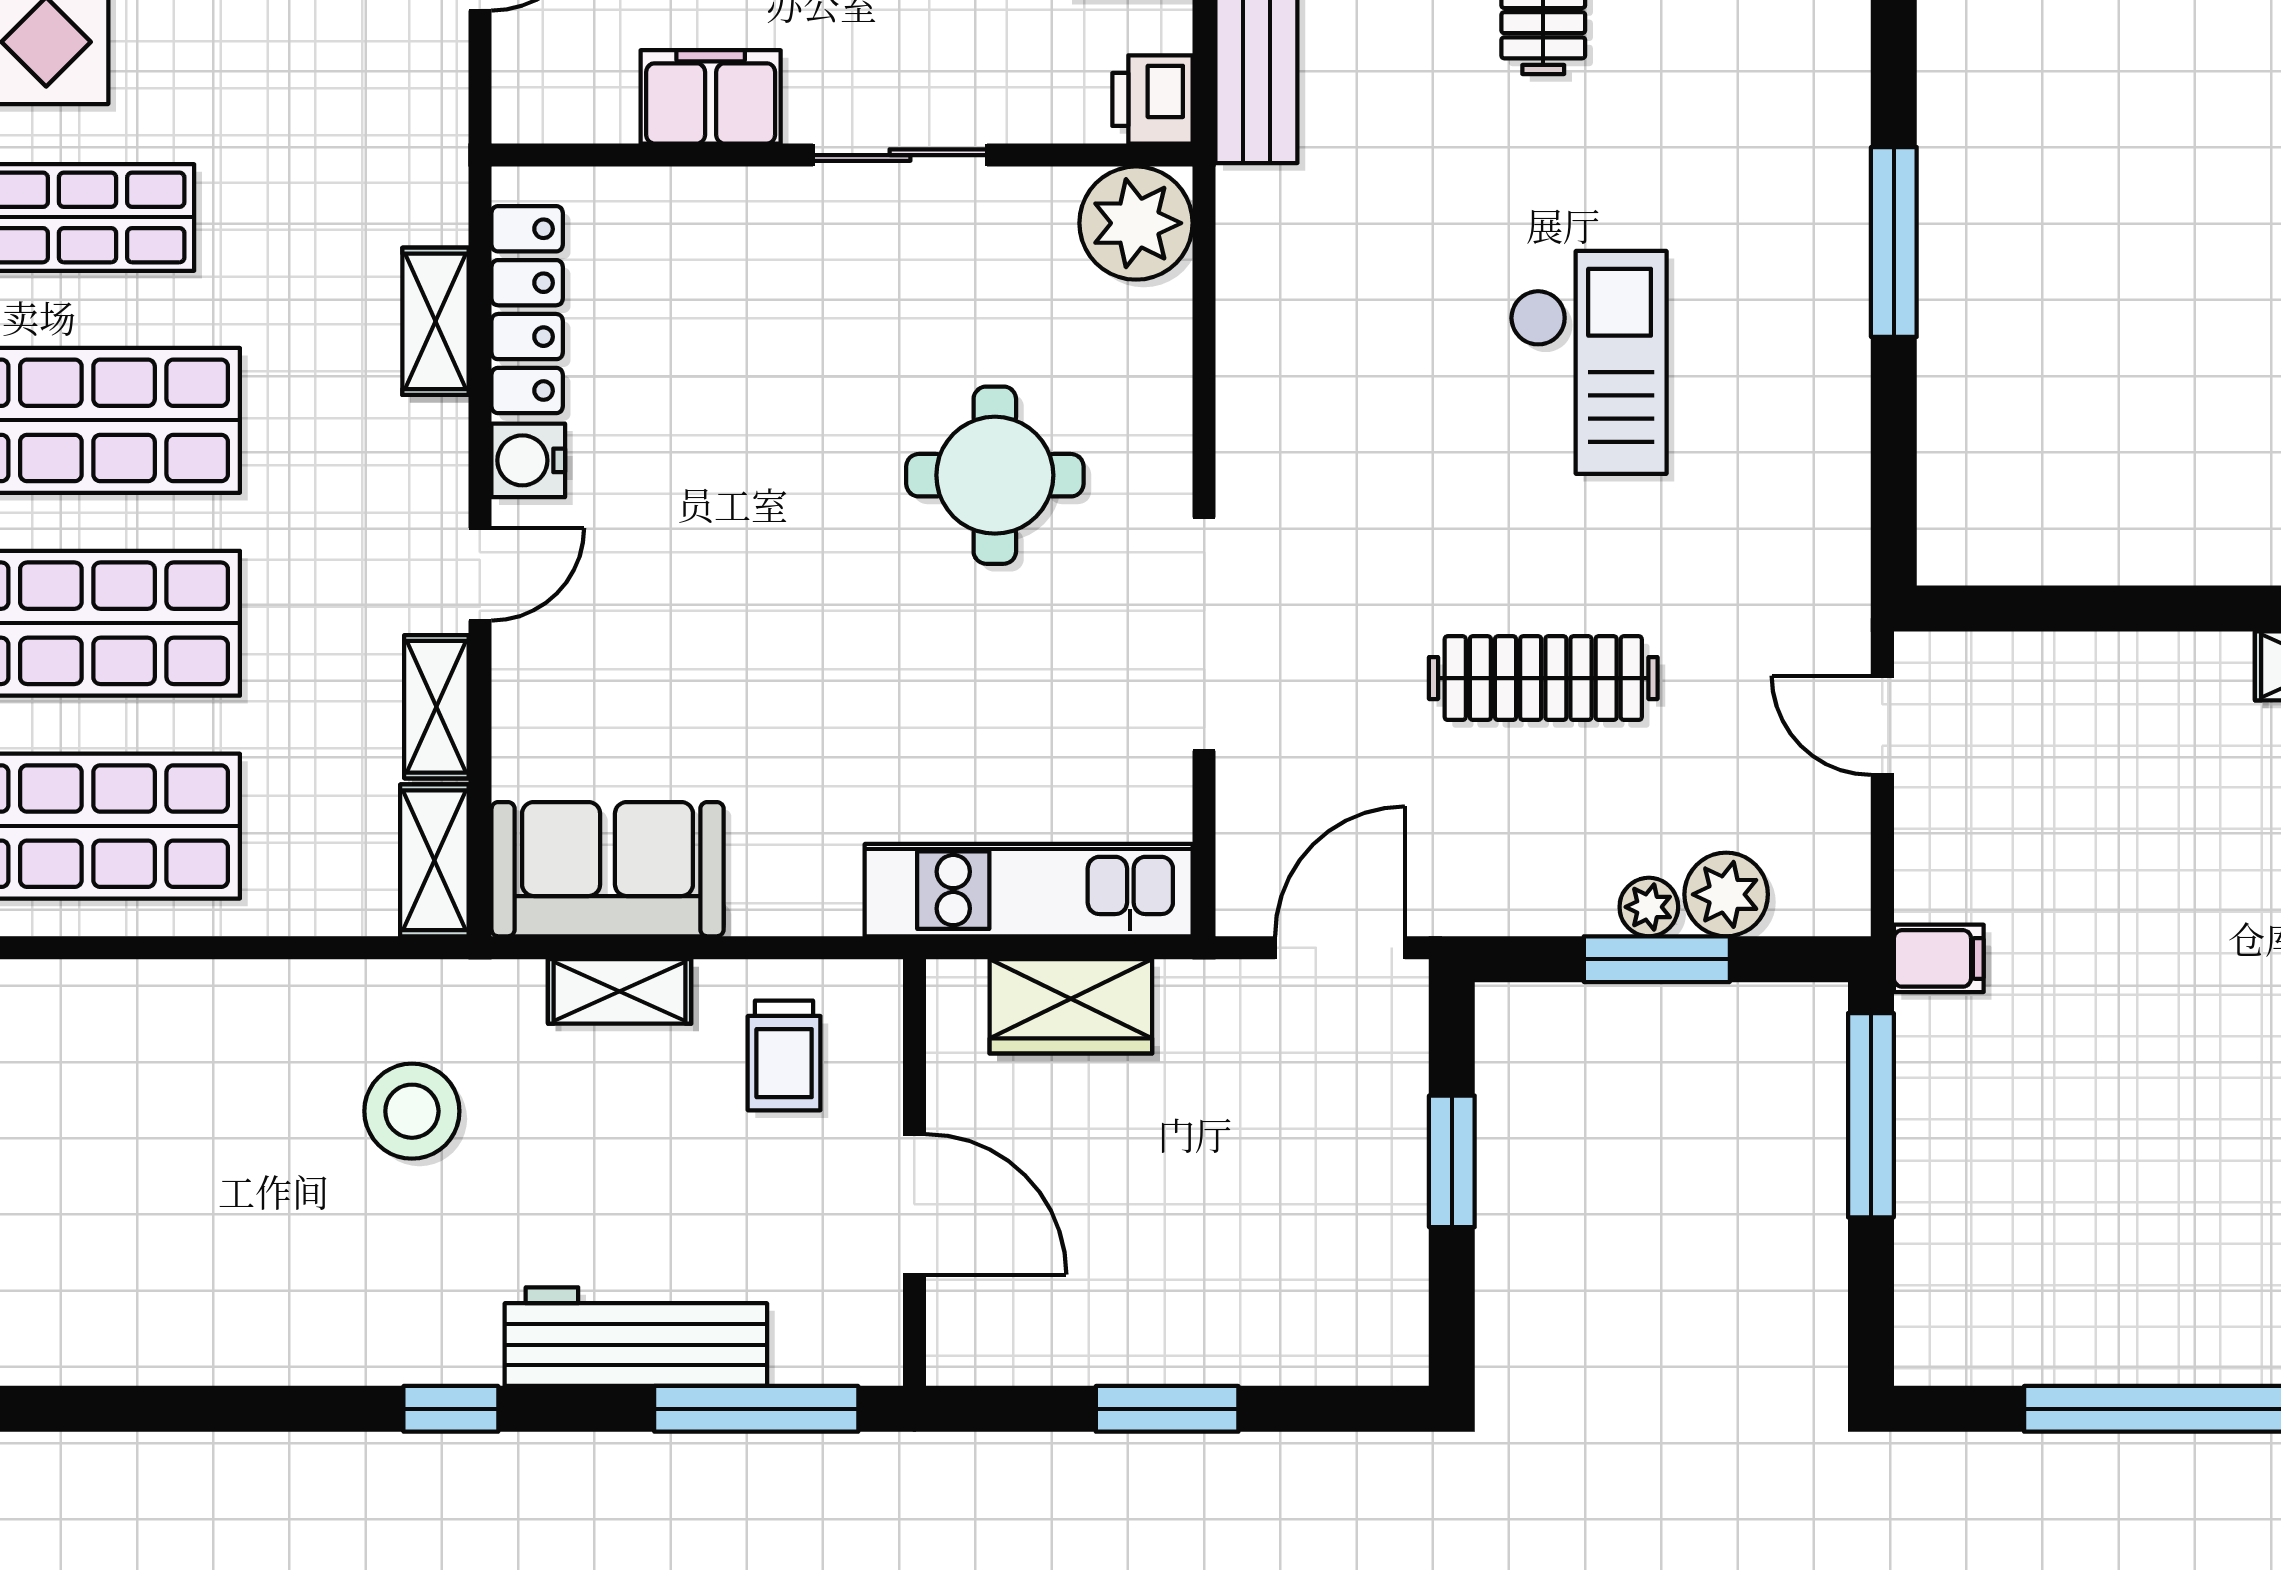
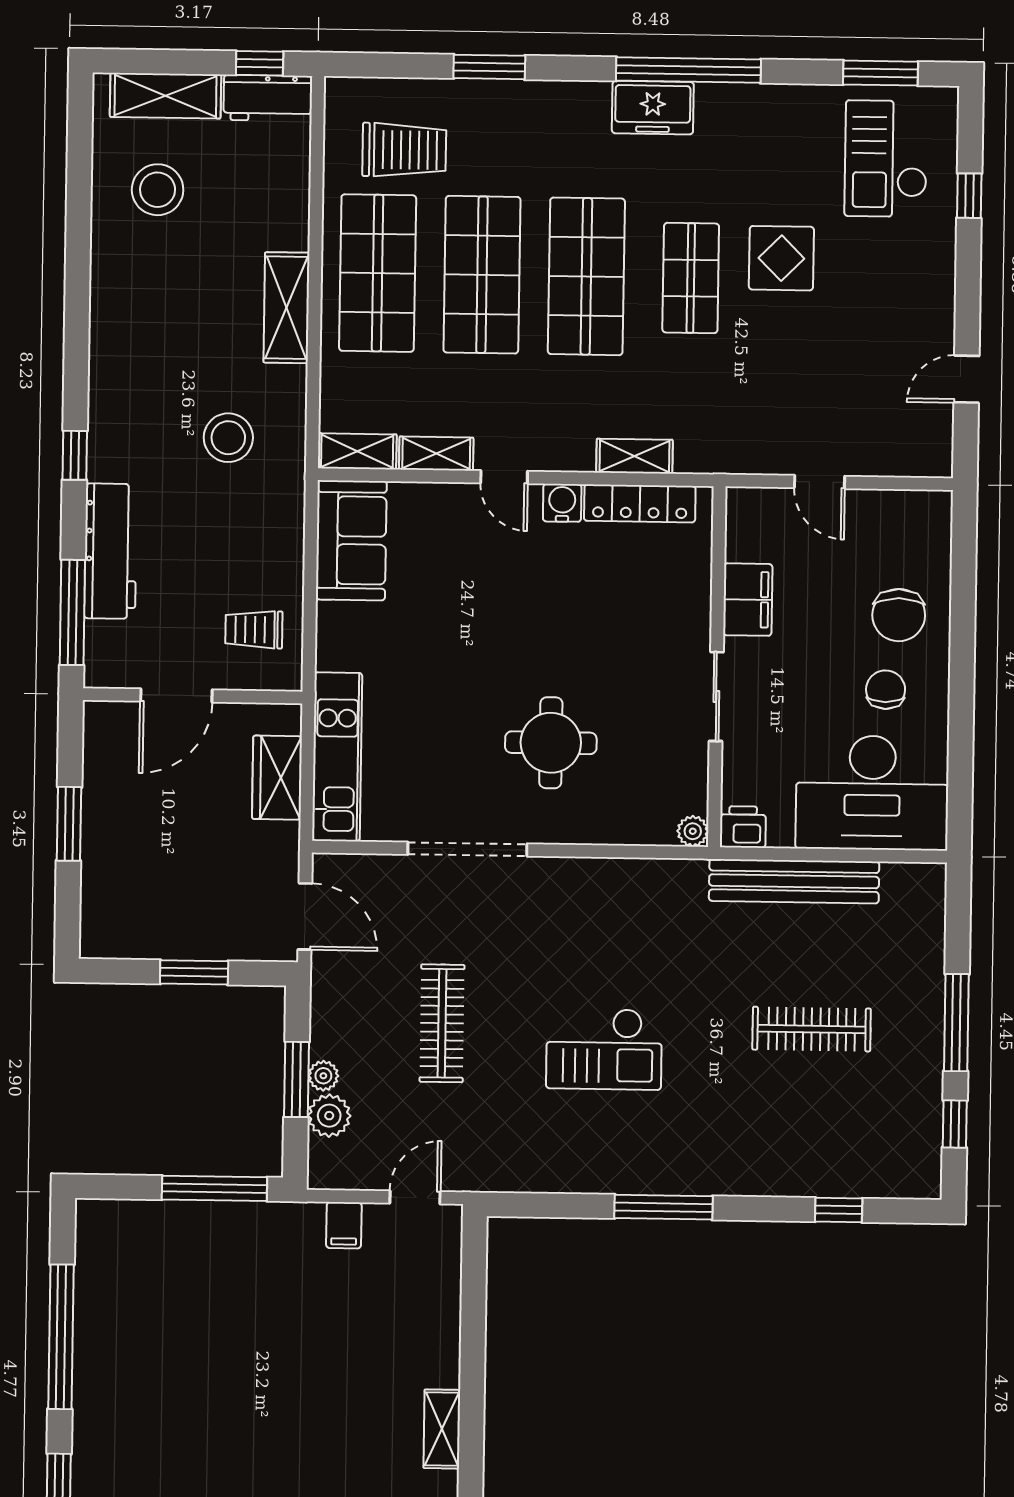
plant: (1136, 223) -> (693, 831), width x0.53, depth x0.53
filing cabinet: (1939, 958) -> (344, 1225), moved
shelving: (620, 991) -> (286, 308), moved, width x1.50, depth x1.33

